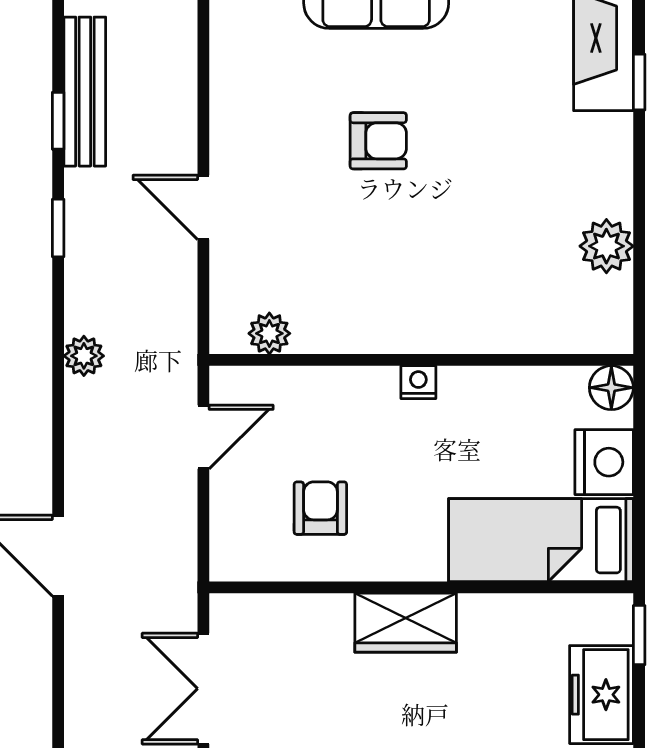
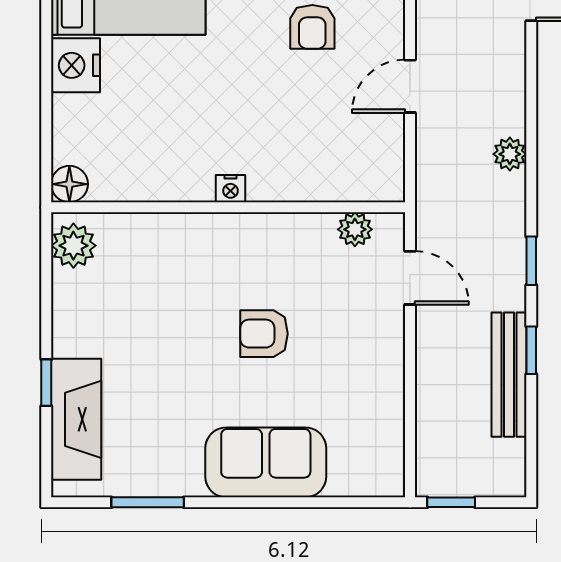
plant: (269, 333) -> (355, 229), moved
wall: (421, 360) -> (228, 207), moved
nightstand: (418, 382) -> (230, 189), moved
floor lamp: (611, 388) -> (69, 184), moved

